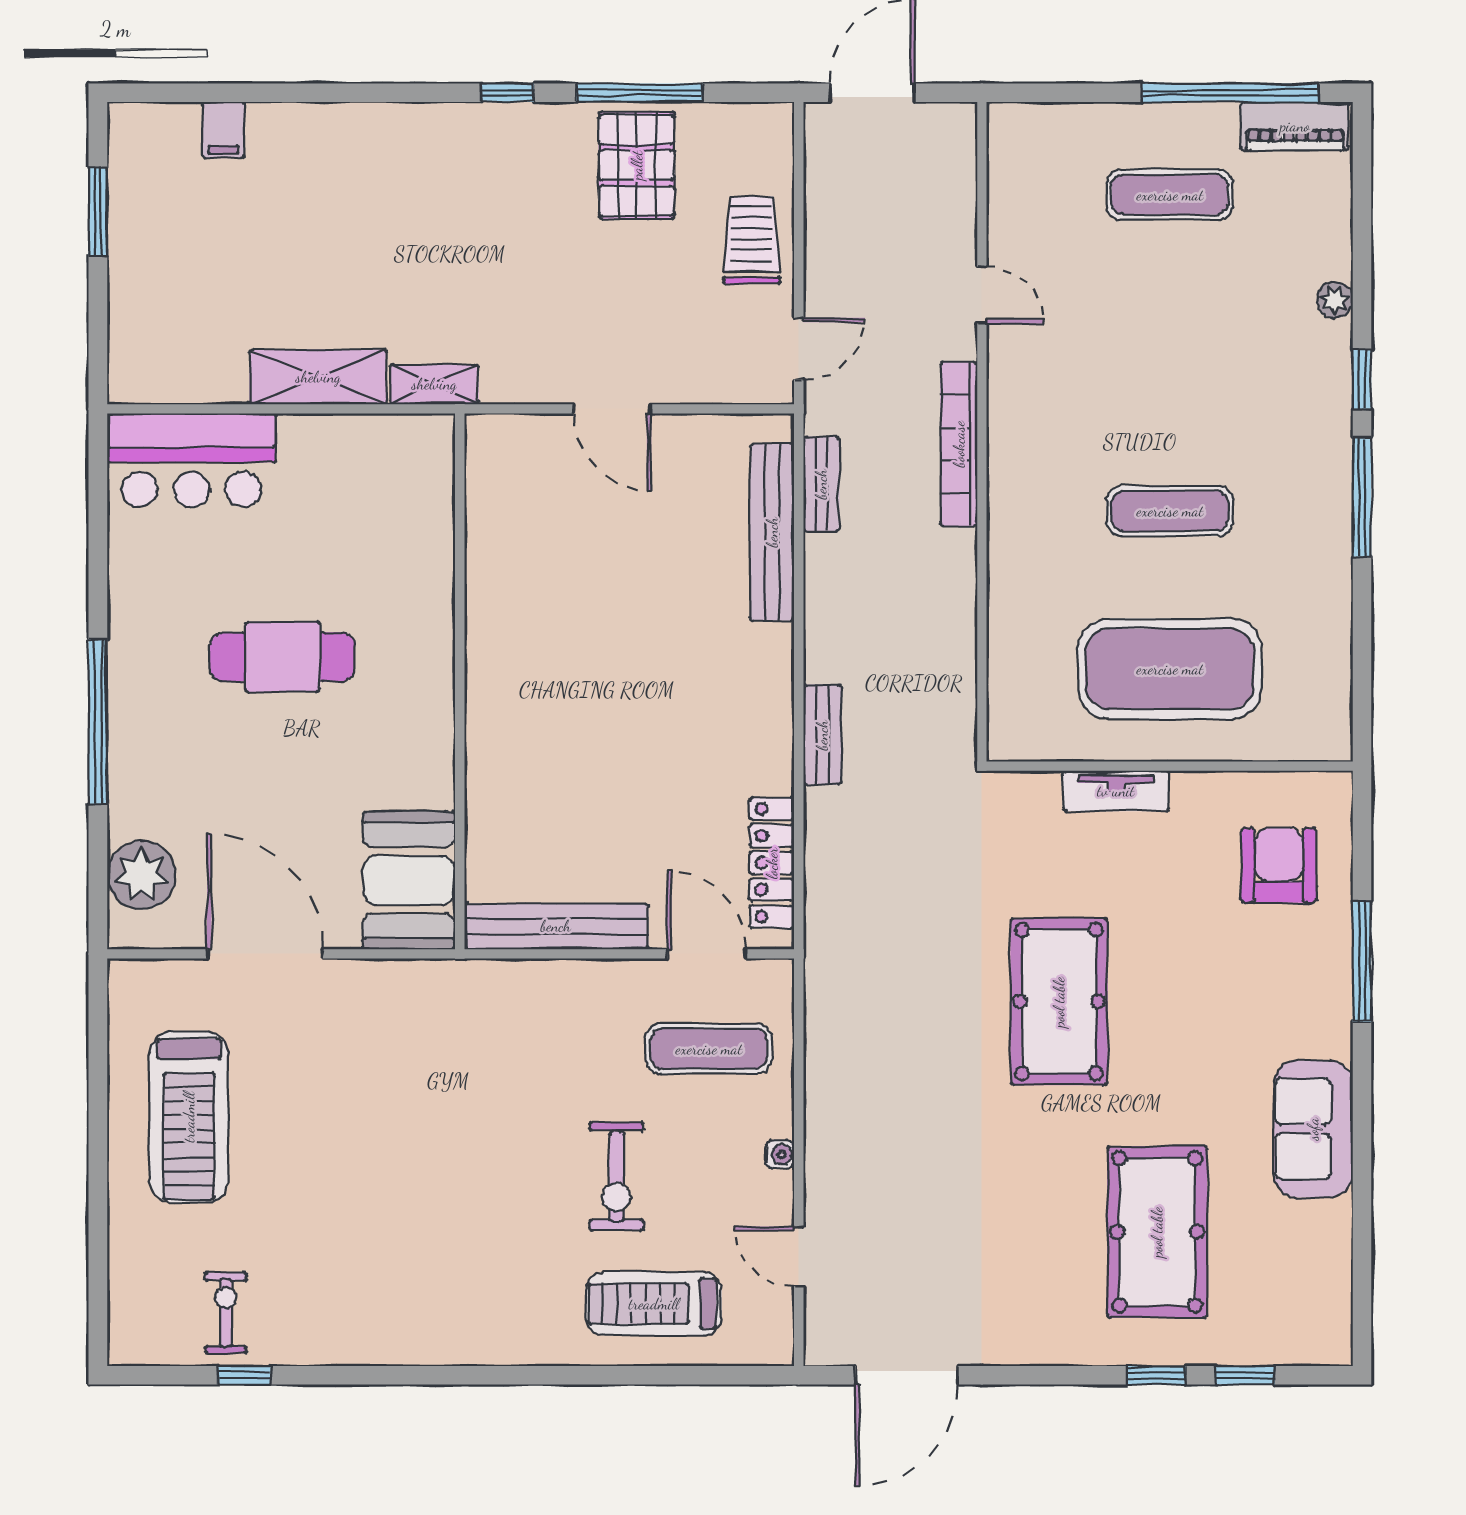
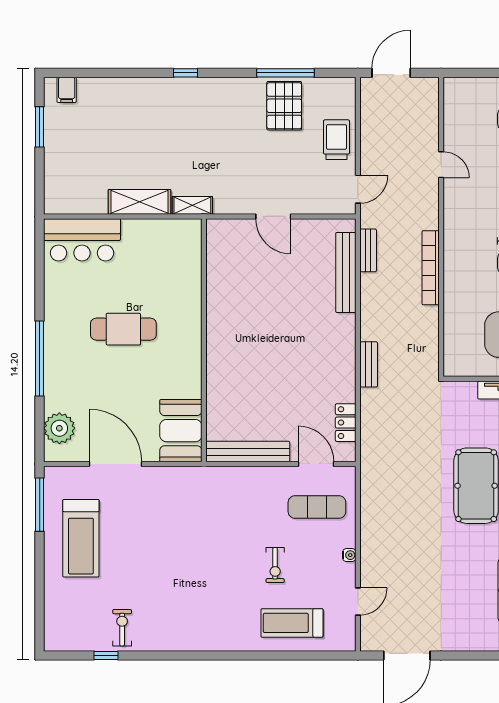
window: (508, 93) -> (186, 73), moved
filing cabinet: (223, 130) -> (67, 90), moved
bookcase: (959, 444) -> (431, 268), moved
locker: (772, 863) -> (346, 423), width x0.66
window: (98, 1043) -> (40, 505), added
exercise bike: (616, 1176) -> (275, 565), width x0.73, depth x0.72
door: (799, 1256) -> (358, 601), swing flipped
exercise bike: (226, 1313) -> (122, 628), moved

